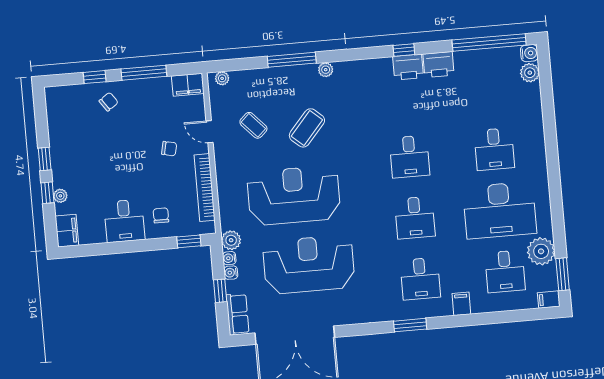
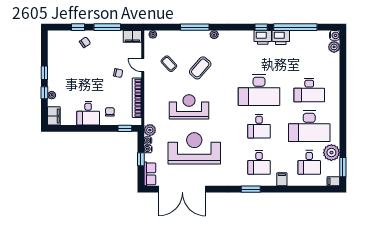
window: (489, 43) -> (295, 27), moved
desk: (494, 149) -> (309, 90), width x1.37
desk: (410, 157) -> (259, 90), width x1.87, depth x1.30
reception desk: (294, 195) -> (189, 107), width x0.74, depth x0.77

